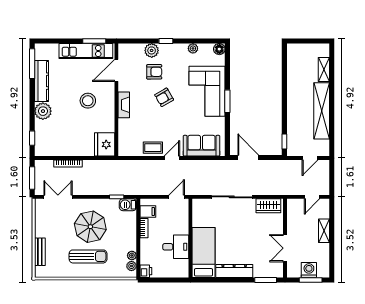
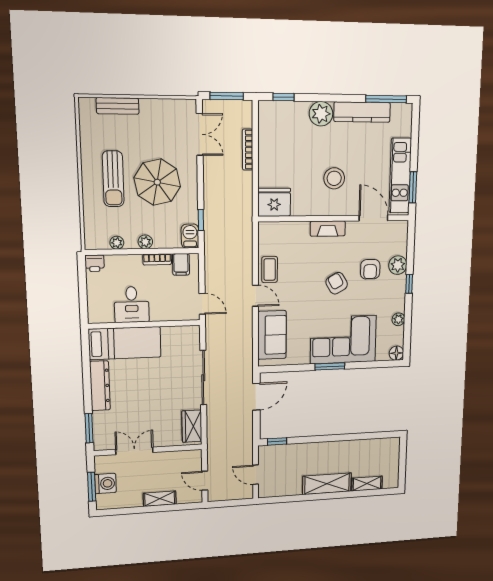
shelving: (322, 111) -> (327, 484), width x0.68
plant: (131, 266) -> (145, 242), moved

